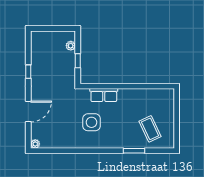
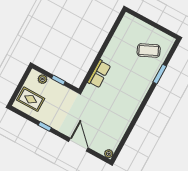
rug: (46, 45) -> (31, 99), added
side table: (92, 122) -> (116, 97), removed

